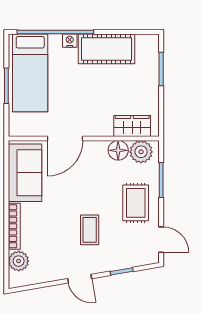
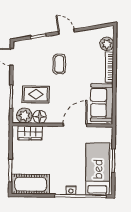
cot: (107, 49) -> (31, 184), moved
rug: (136, 203) -> (36, 94), moved, turned 90

